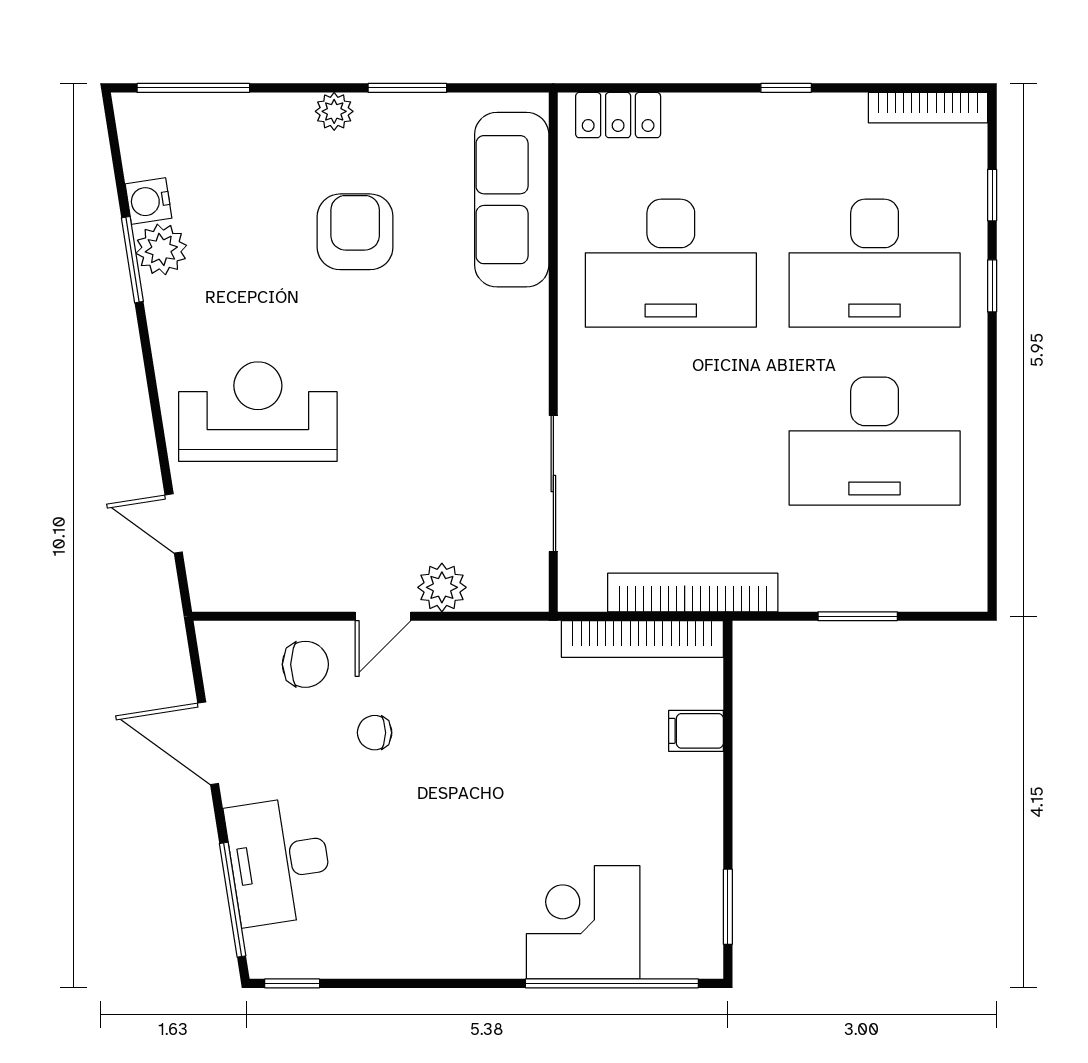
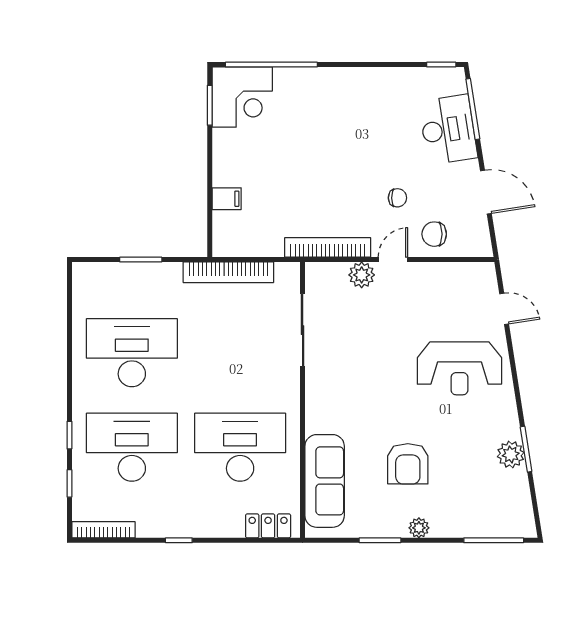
water cooler: (149, 201) -> (518, 480), removed
bookcase: (642, 639) -> (328, 247), moved
corner desk: (583, 922) -> (242, 97), moved

